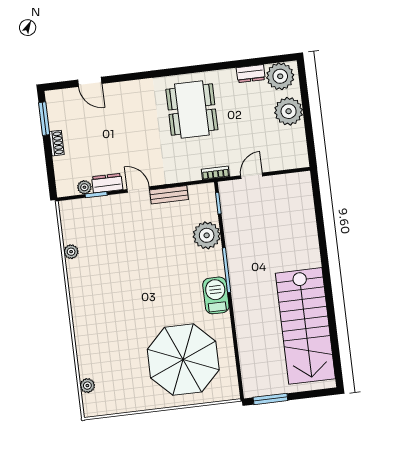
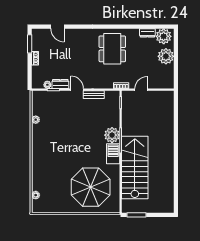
plant: (207, 235) -> (112, 135), moved
stairs: (305, 326) -> (135, 168), moved, turned 180

